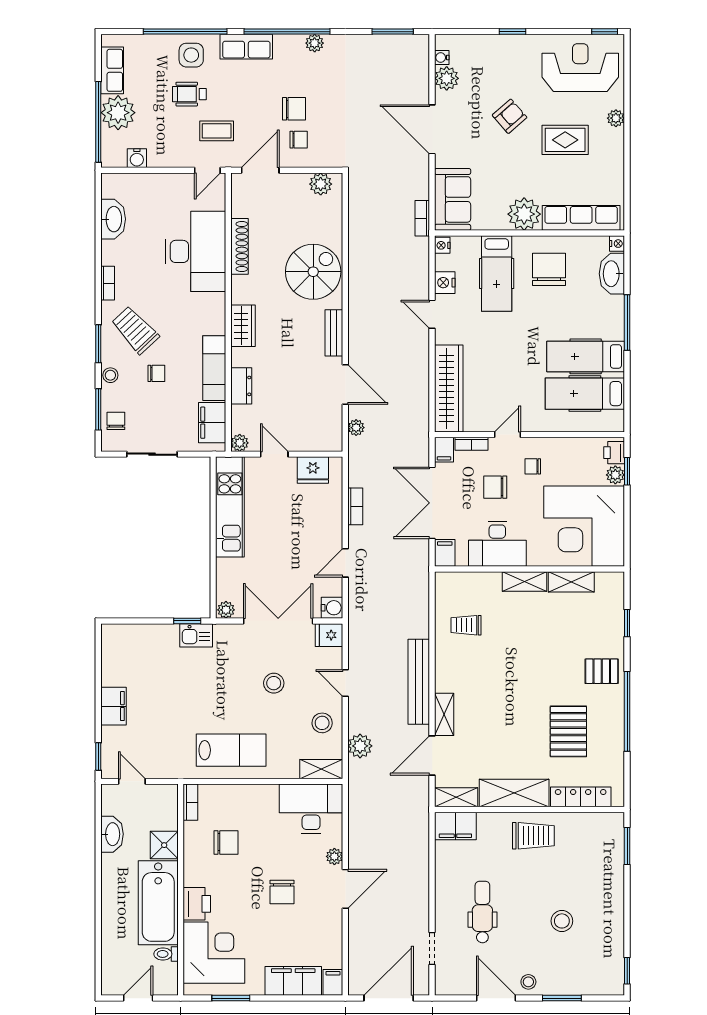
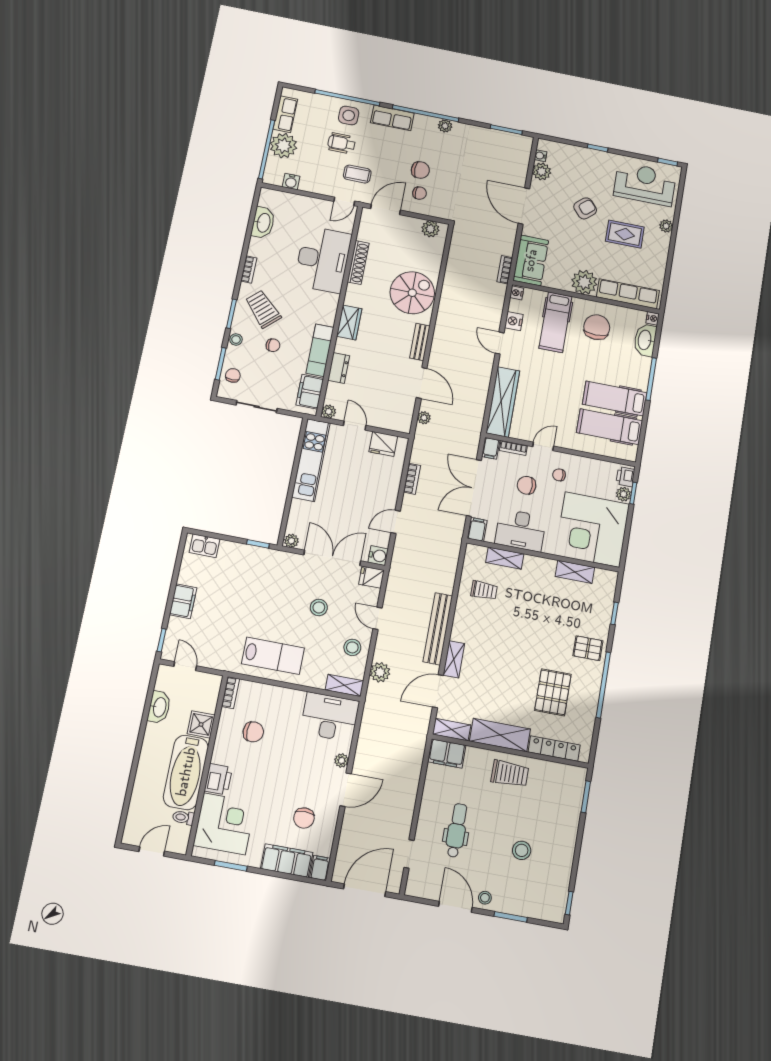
shelving: (524, 582) -> (505, 558), moved
trolley: (466, 625) -> (484, 590), turned 180
kitchen sink: (196, 635) -> (205, 546), moved
chair: (282, 892) -> (304, 818), moved

